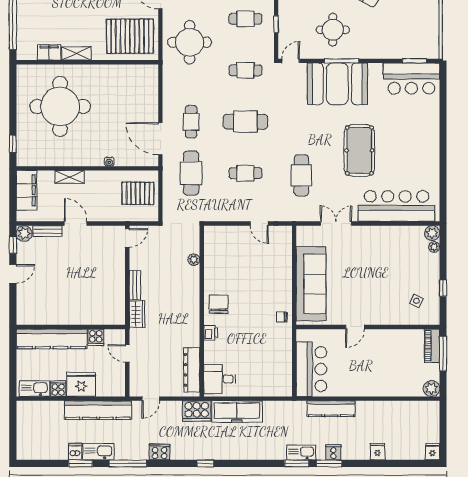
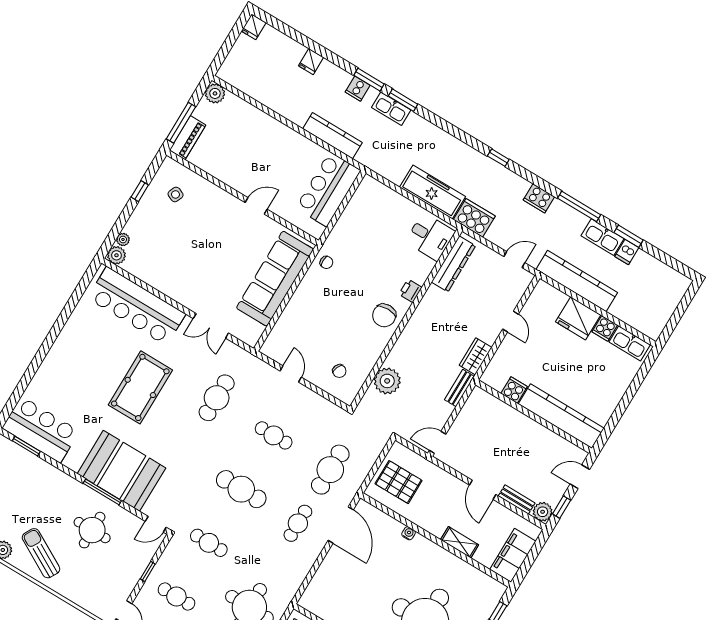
chair: (227, 246) -> (339, 371), added
plant: (194, 260) -> (387, 381), width x1.87, depth x1.87
wall: (71, 327) -> (534, 417), moved
cooker: (96, 337) -> (514, 390), moved
kitchen counter: (52, 339) -> (561, 416), moved

